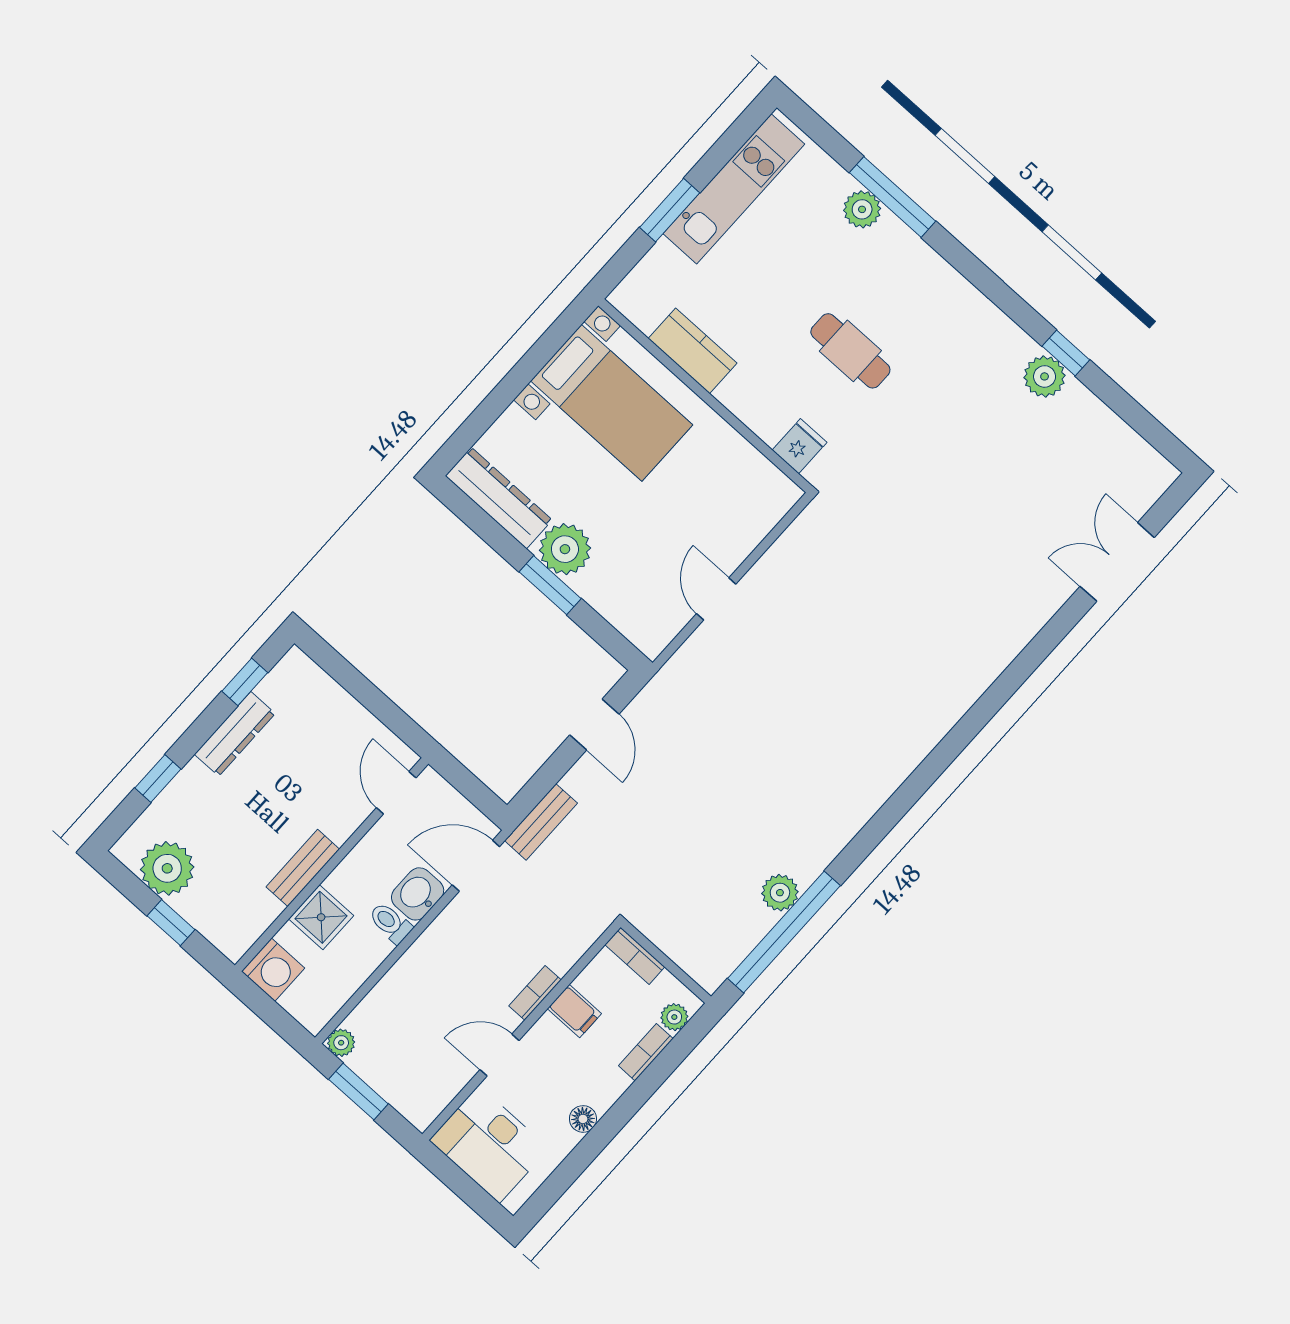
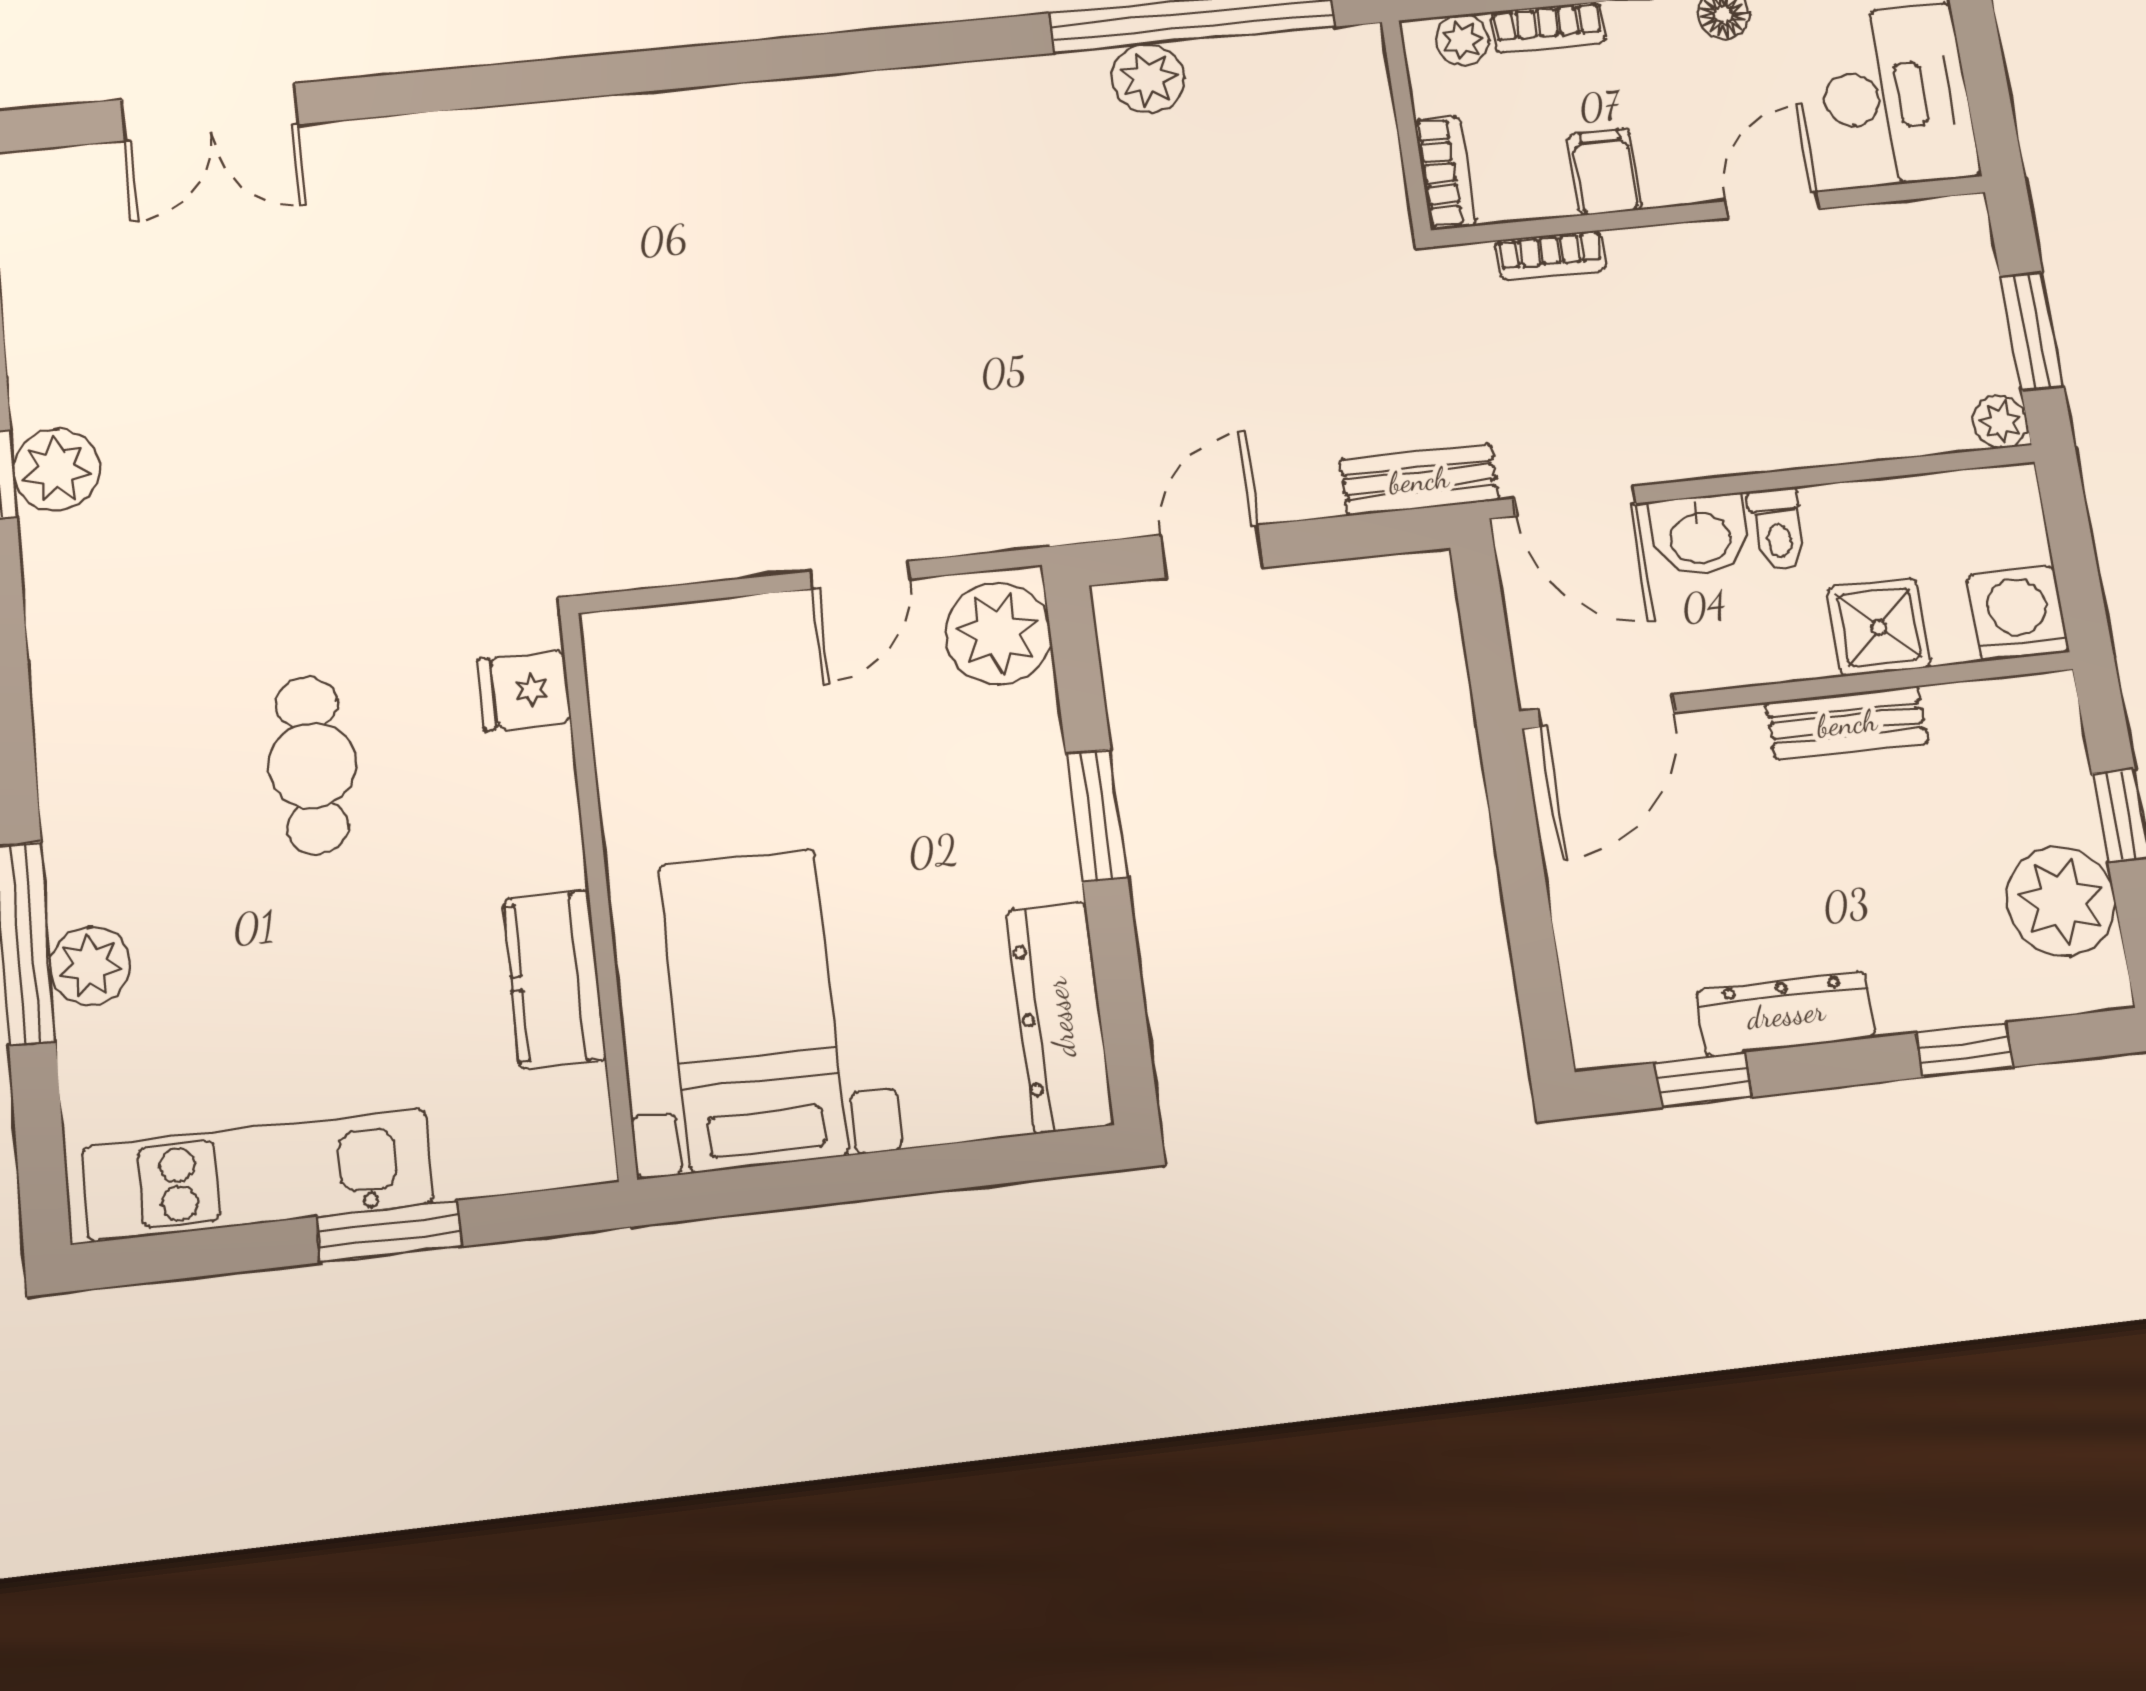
plant: (565, 549) -> (998, 634), moved
door: (396, 793) -> (1606, 711), width x1.38
bookcase: (535, 993) -> (1551, 256), moved
door: (499, 1055) -> (1772, 205), swing flipped

